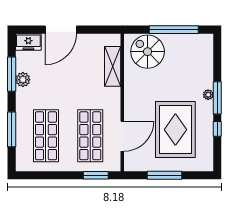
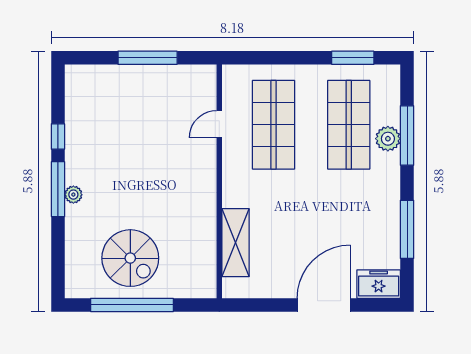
spiral stairs: (148, 52) -> (130, 258), moved
plant: (23, 80) -> (388, 139), moved
rug: (175, 130) -> (129, 135), removed
door: (122, 136) -> (219, 124), width x0.53
window: (96, 175) -> (353, 58), moved

